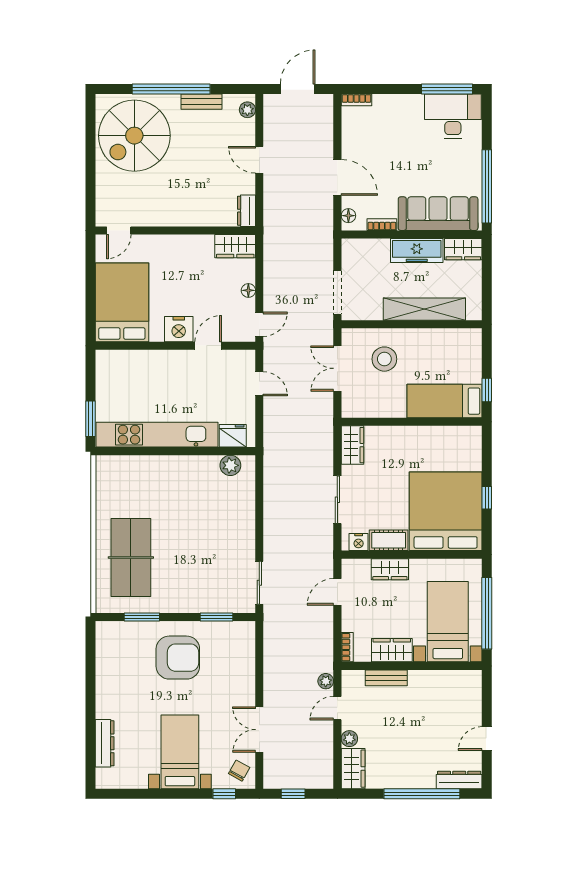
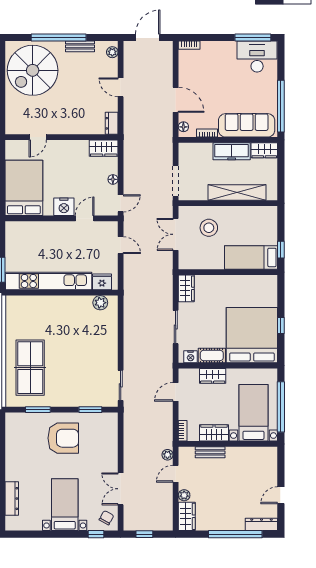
door: (119, 231) -> (38, 137), moved

